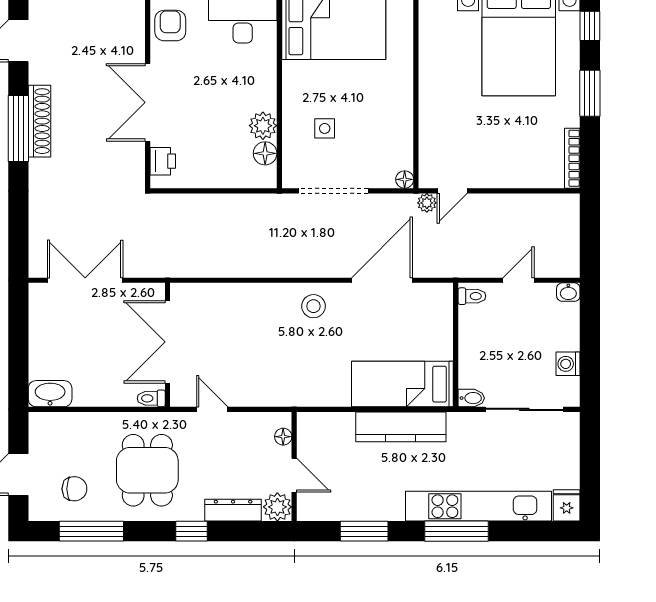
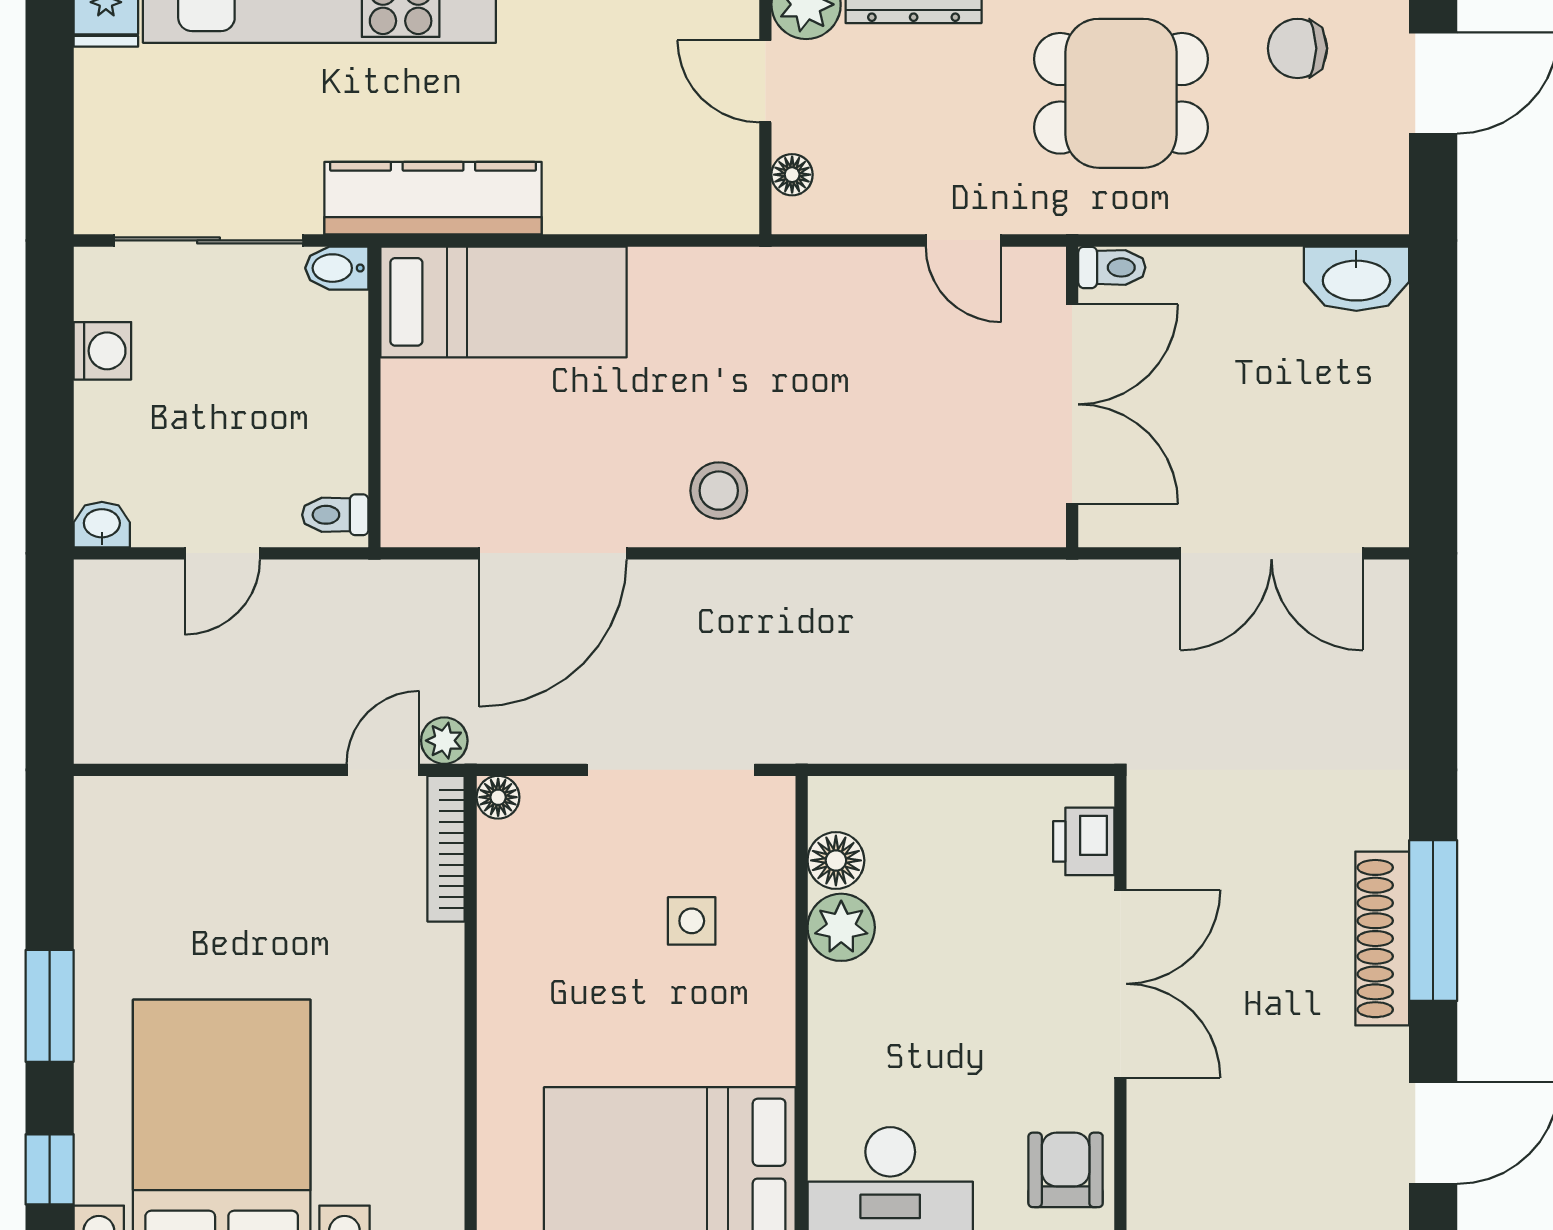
armchair: (170, 26) -> (1066, 1170), turned 180
bookcase: (572, 158) -> (446, 849), moved, turned 180
kitchen counter: (401, 427) -> (433, 198), moved
dining table: (147, 470) -> (1121, 93), turned 90

